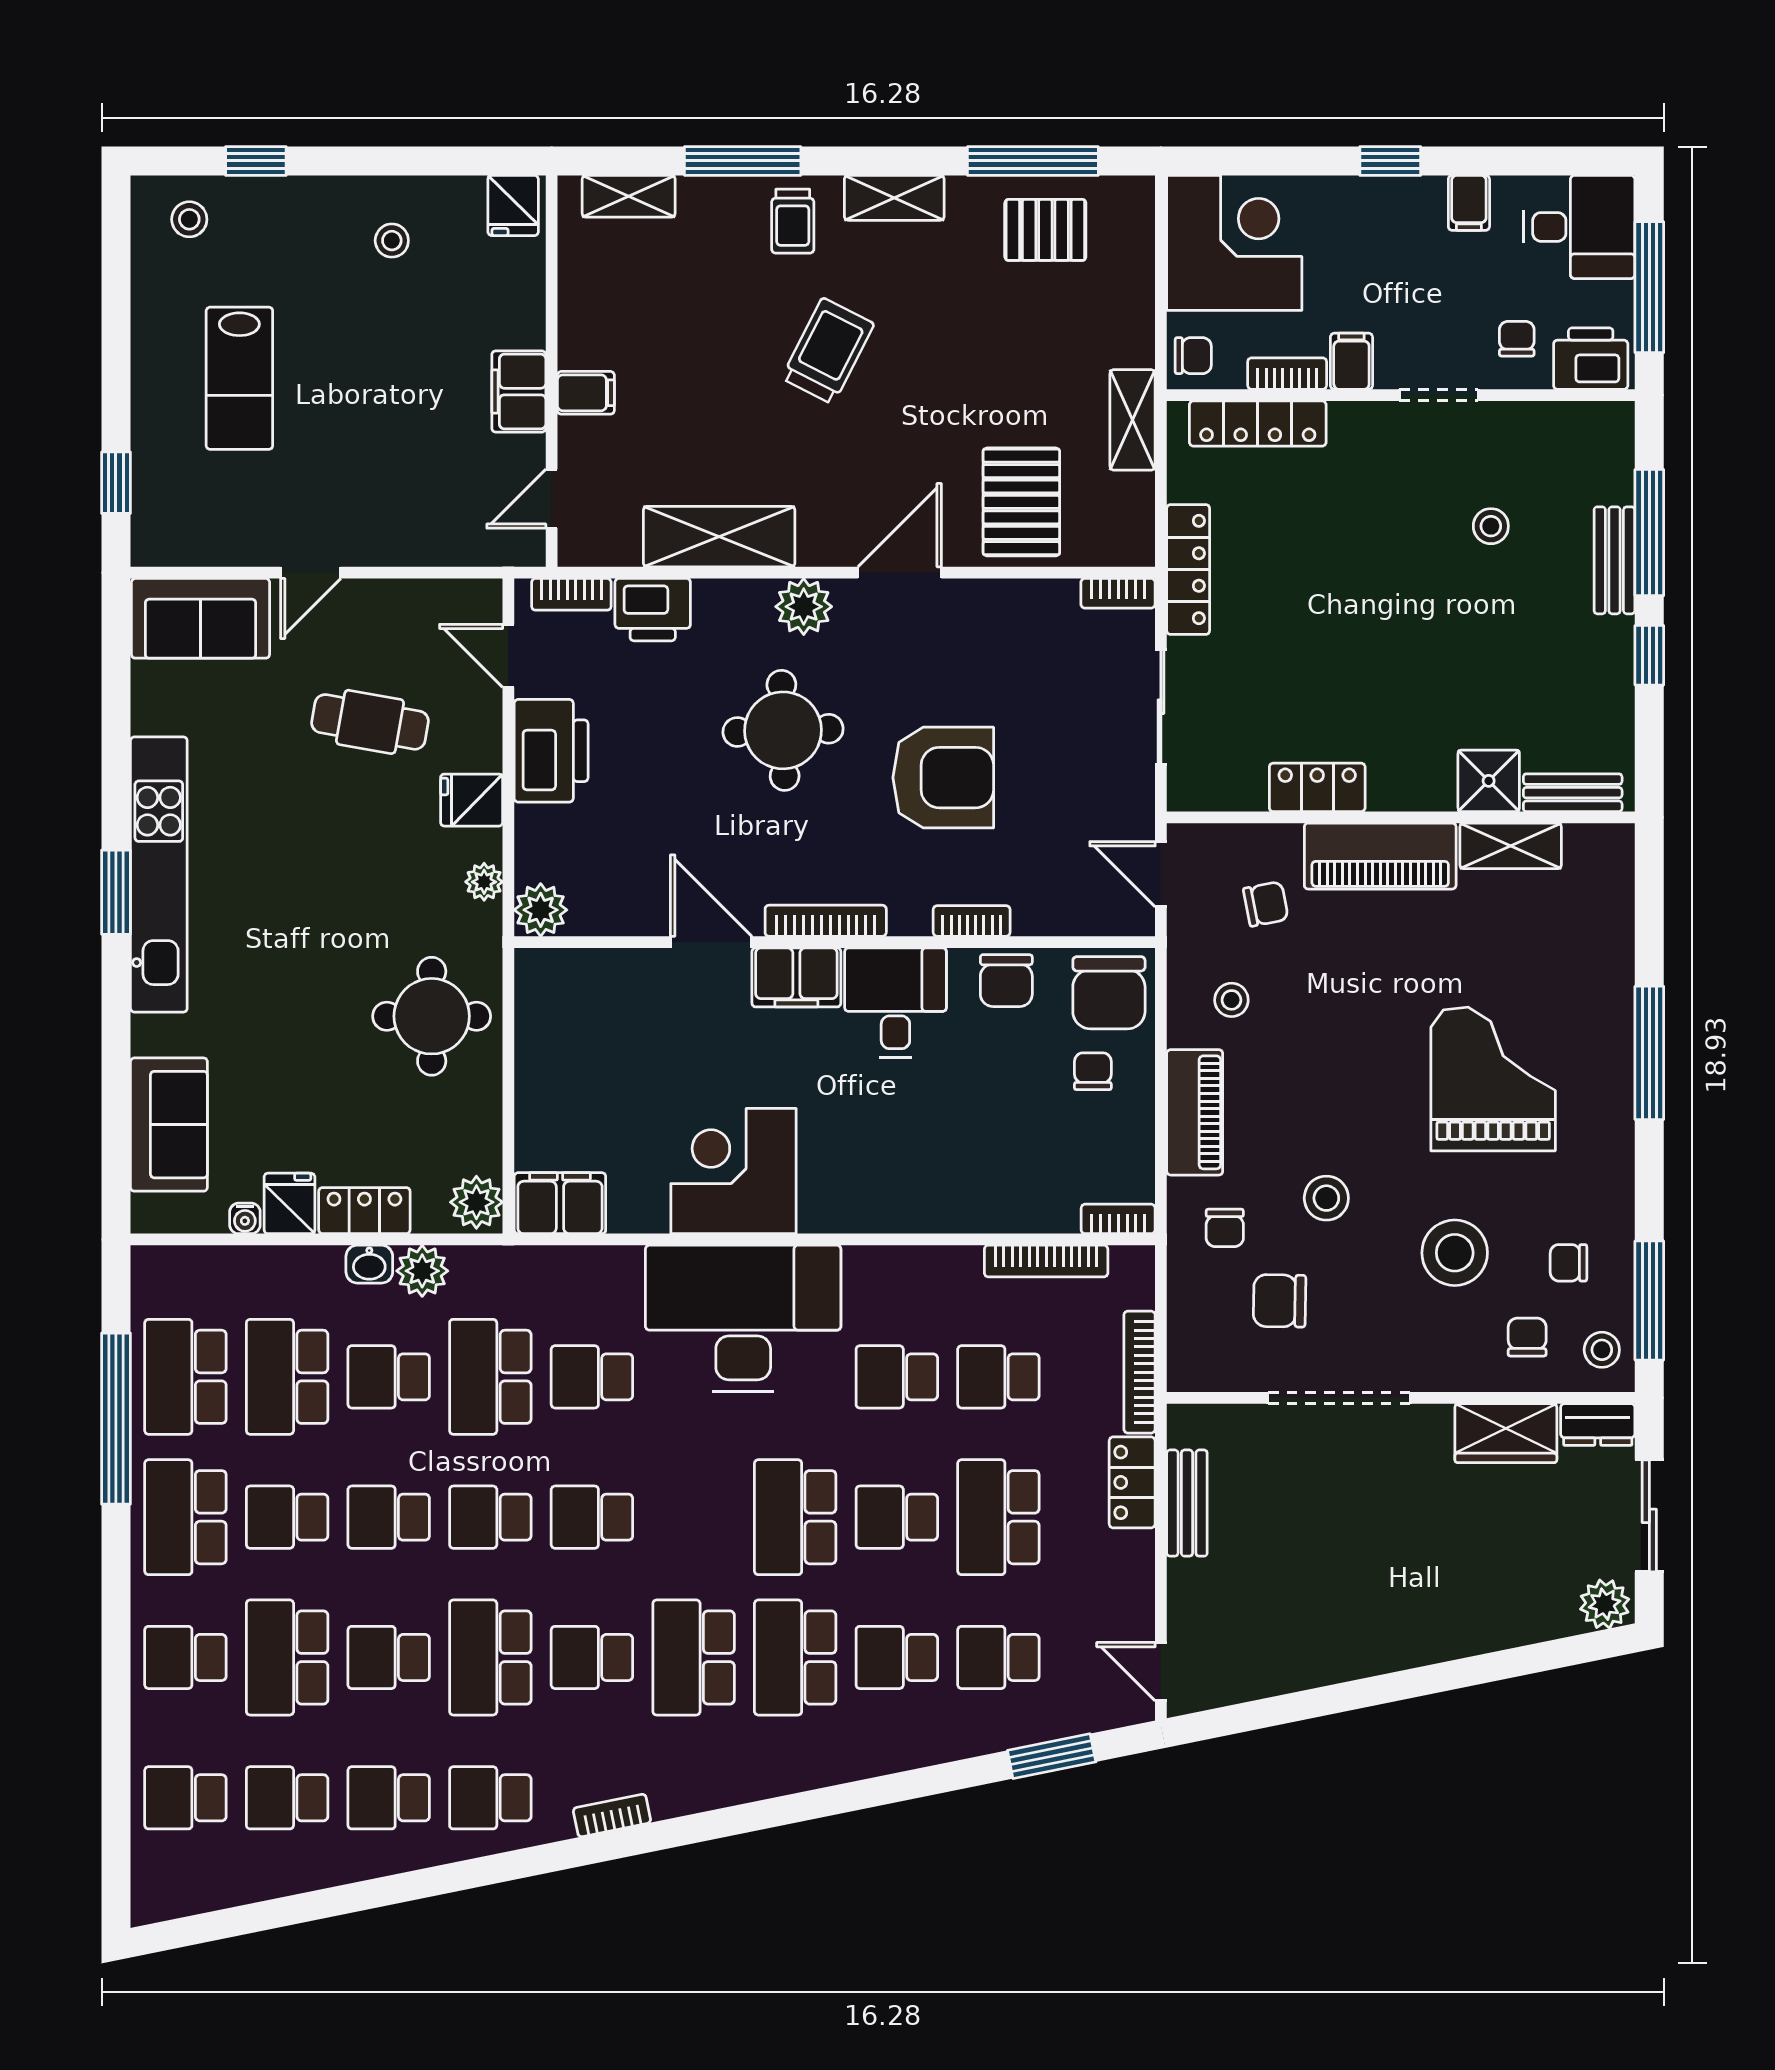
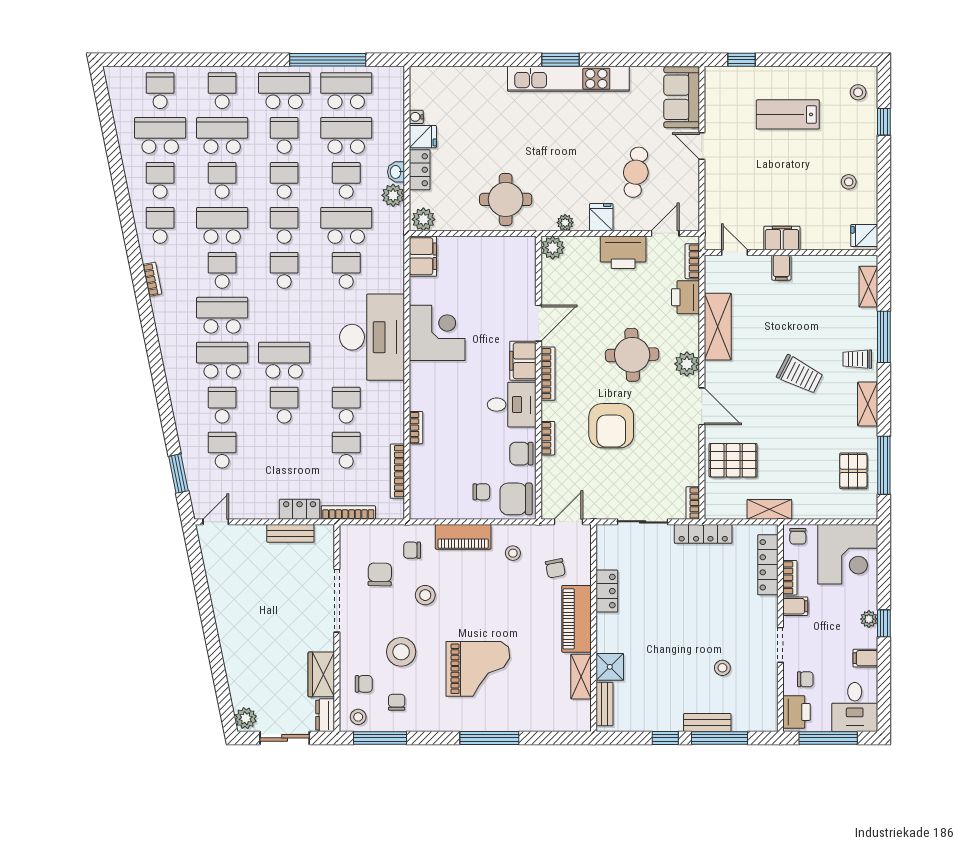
plant: (1380, 195) -> (869, 619), added
sofa: (169, 1125) -> (458, 83), removed
bookcase: (1118, 1219) -> (416, 428), moved
school desk: (998, 1517) -> (284, 450), removed
school desk: (287, 1798) -> (160, 136), width x1.85

